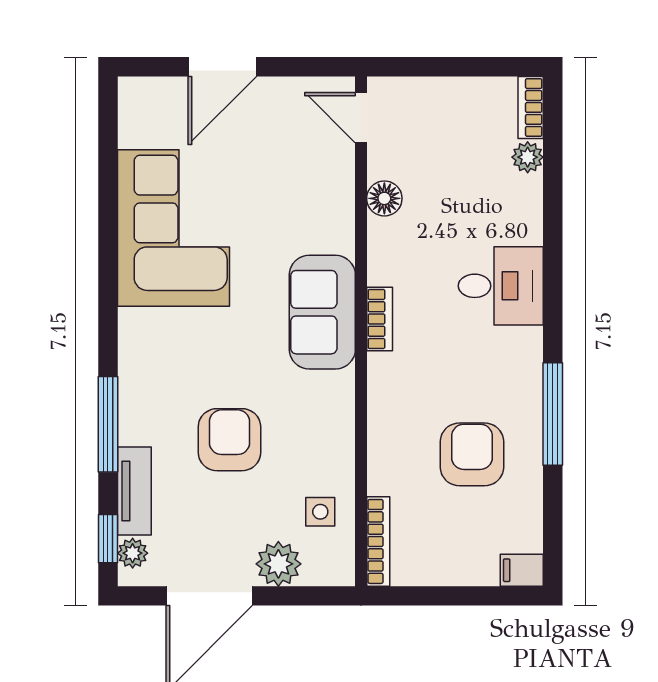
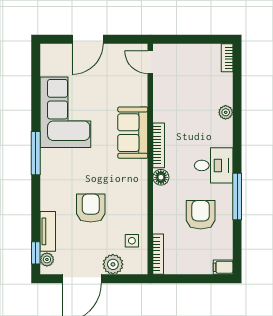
plant: (528, 157) -> (226, 112), moved
floor lamp: (384, 198) -> (161, 177), moved
desk: (501, 286) -> (214, 165), moved
sofa: (322, 312) -> (133, 133), moved
bookcase: (380, 319) -> (159, 145), width x1.56
window: (108, 424) -> (36, 153), moved

